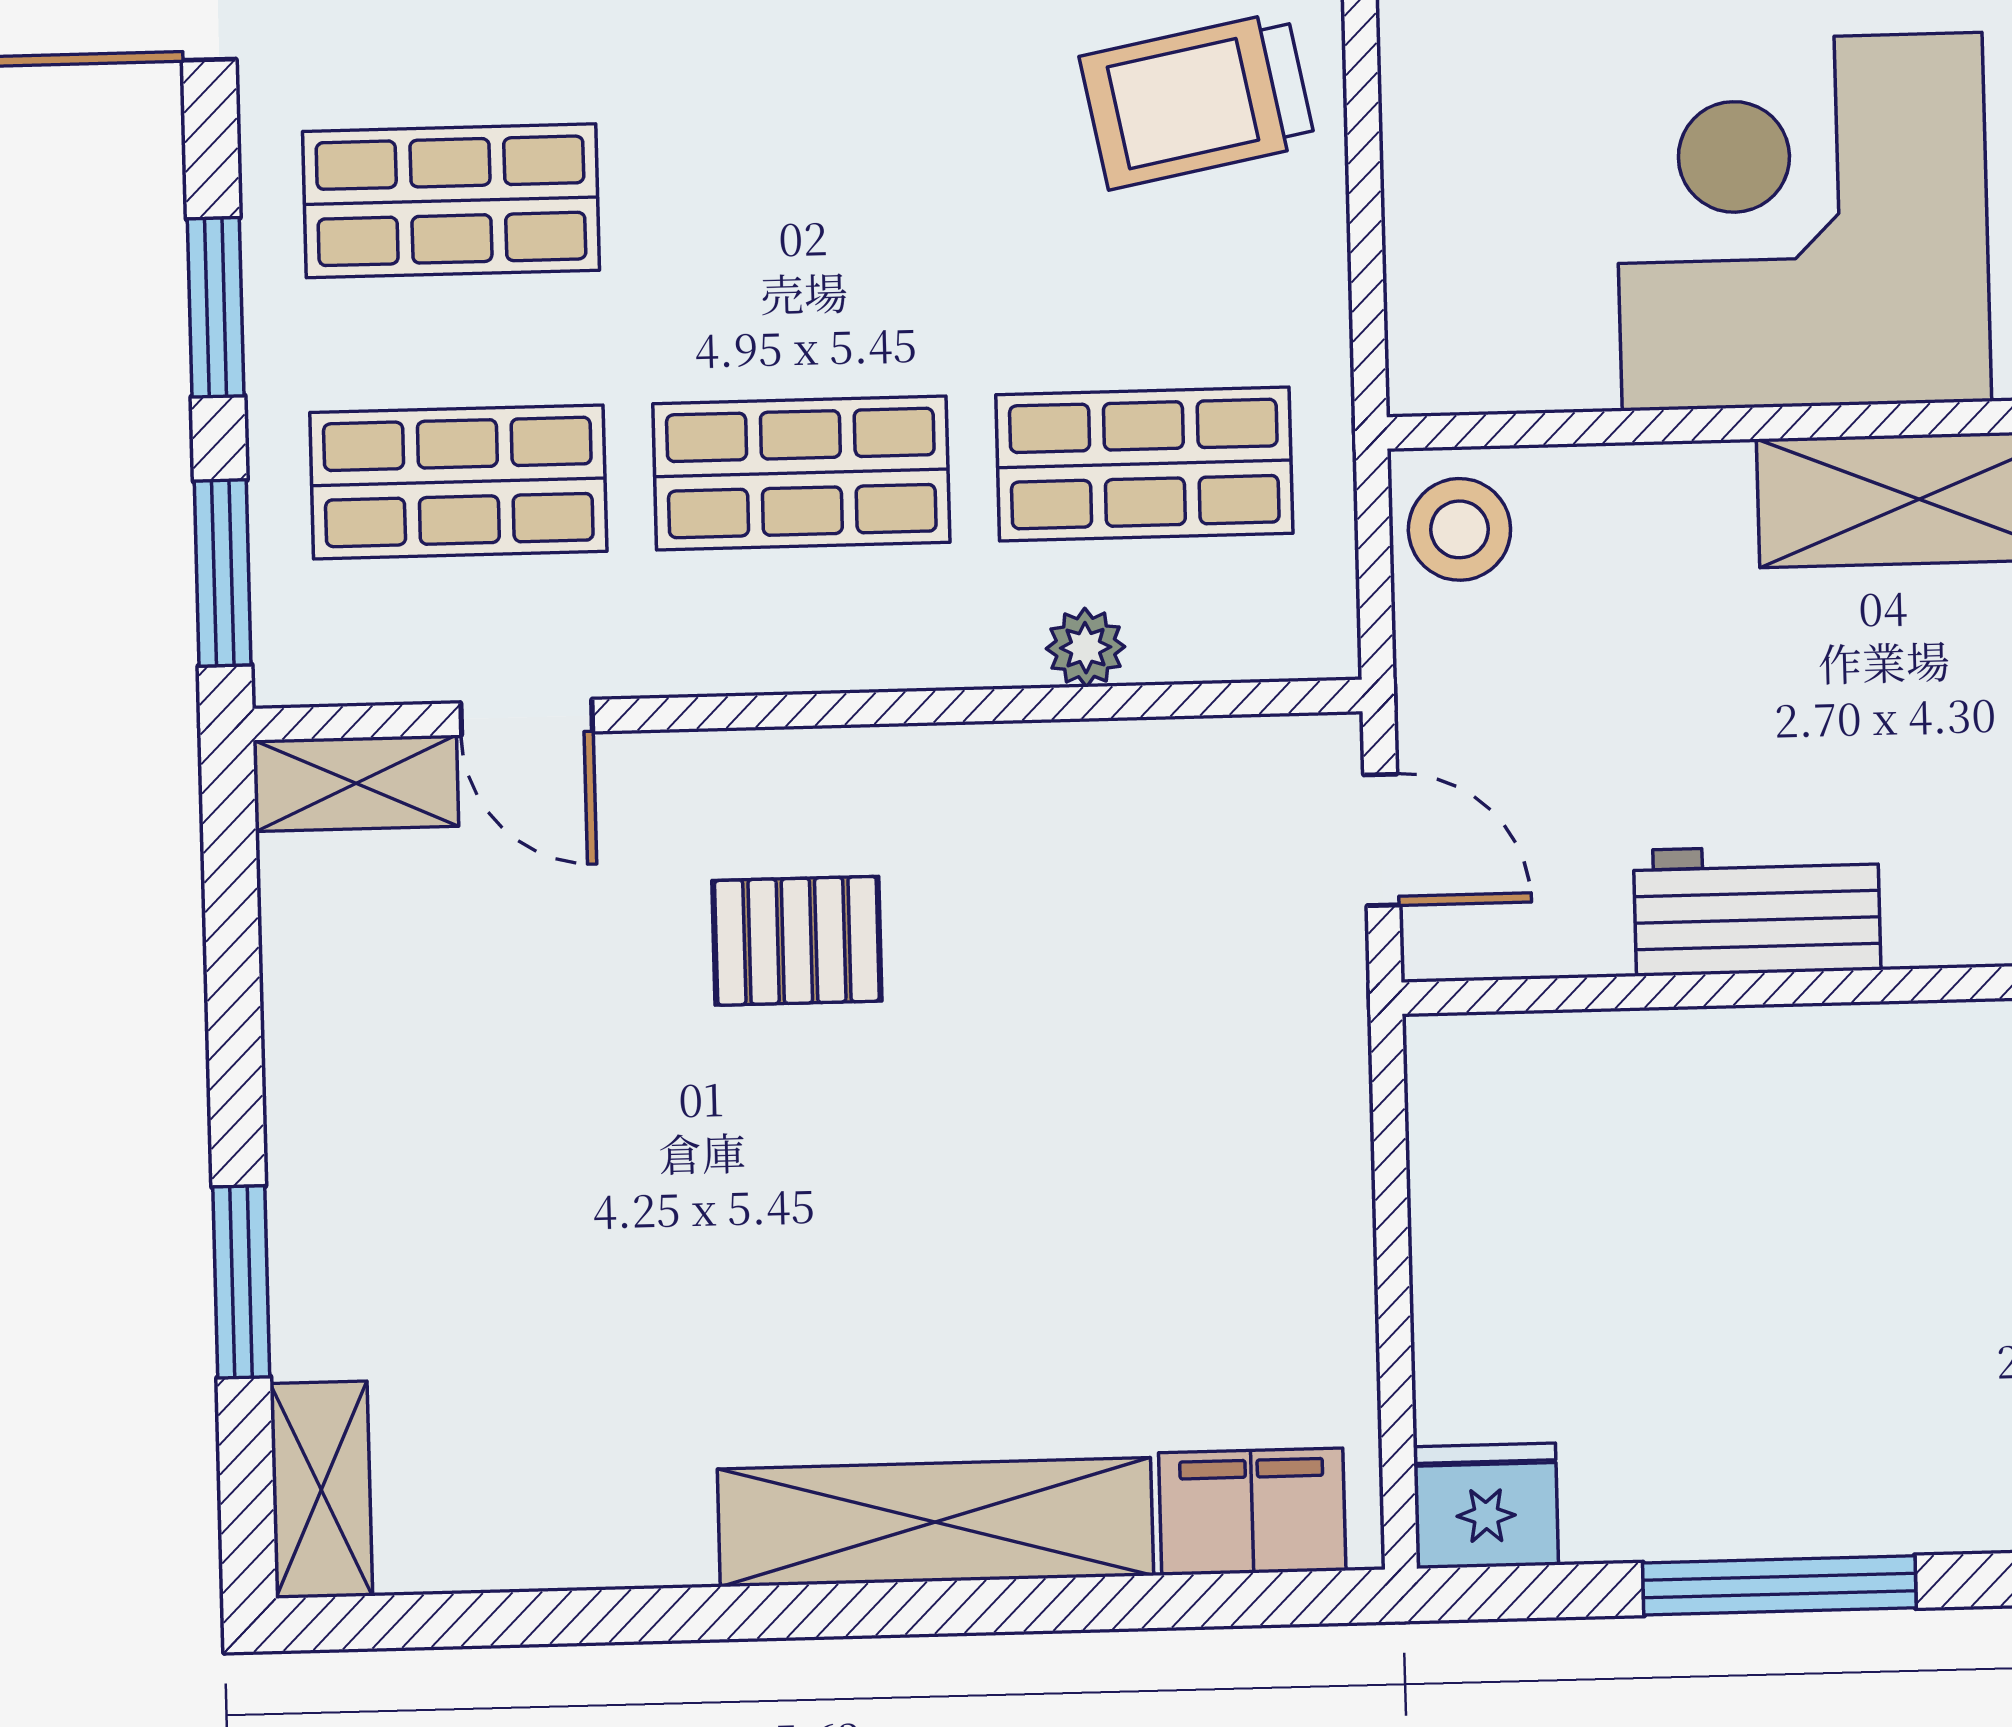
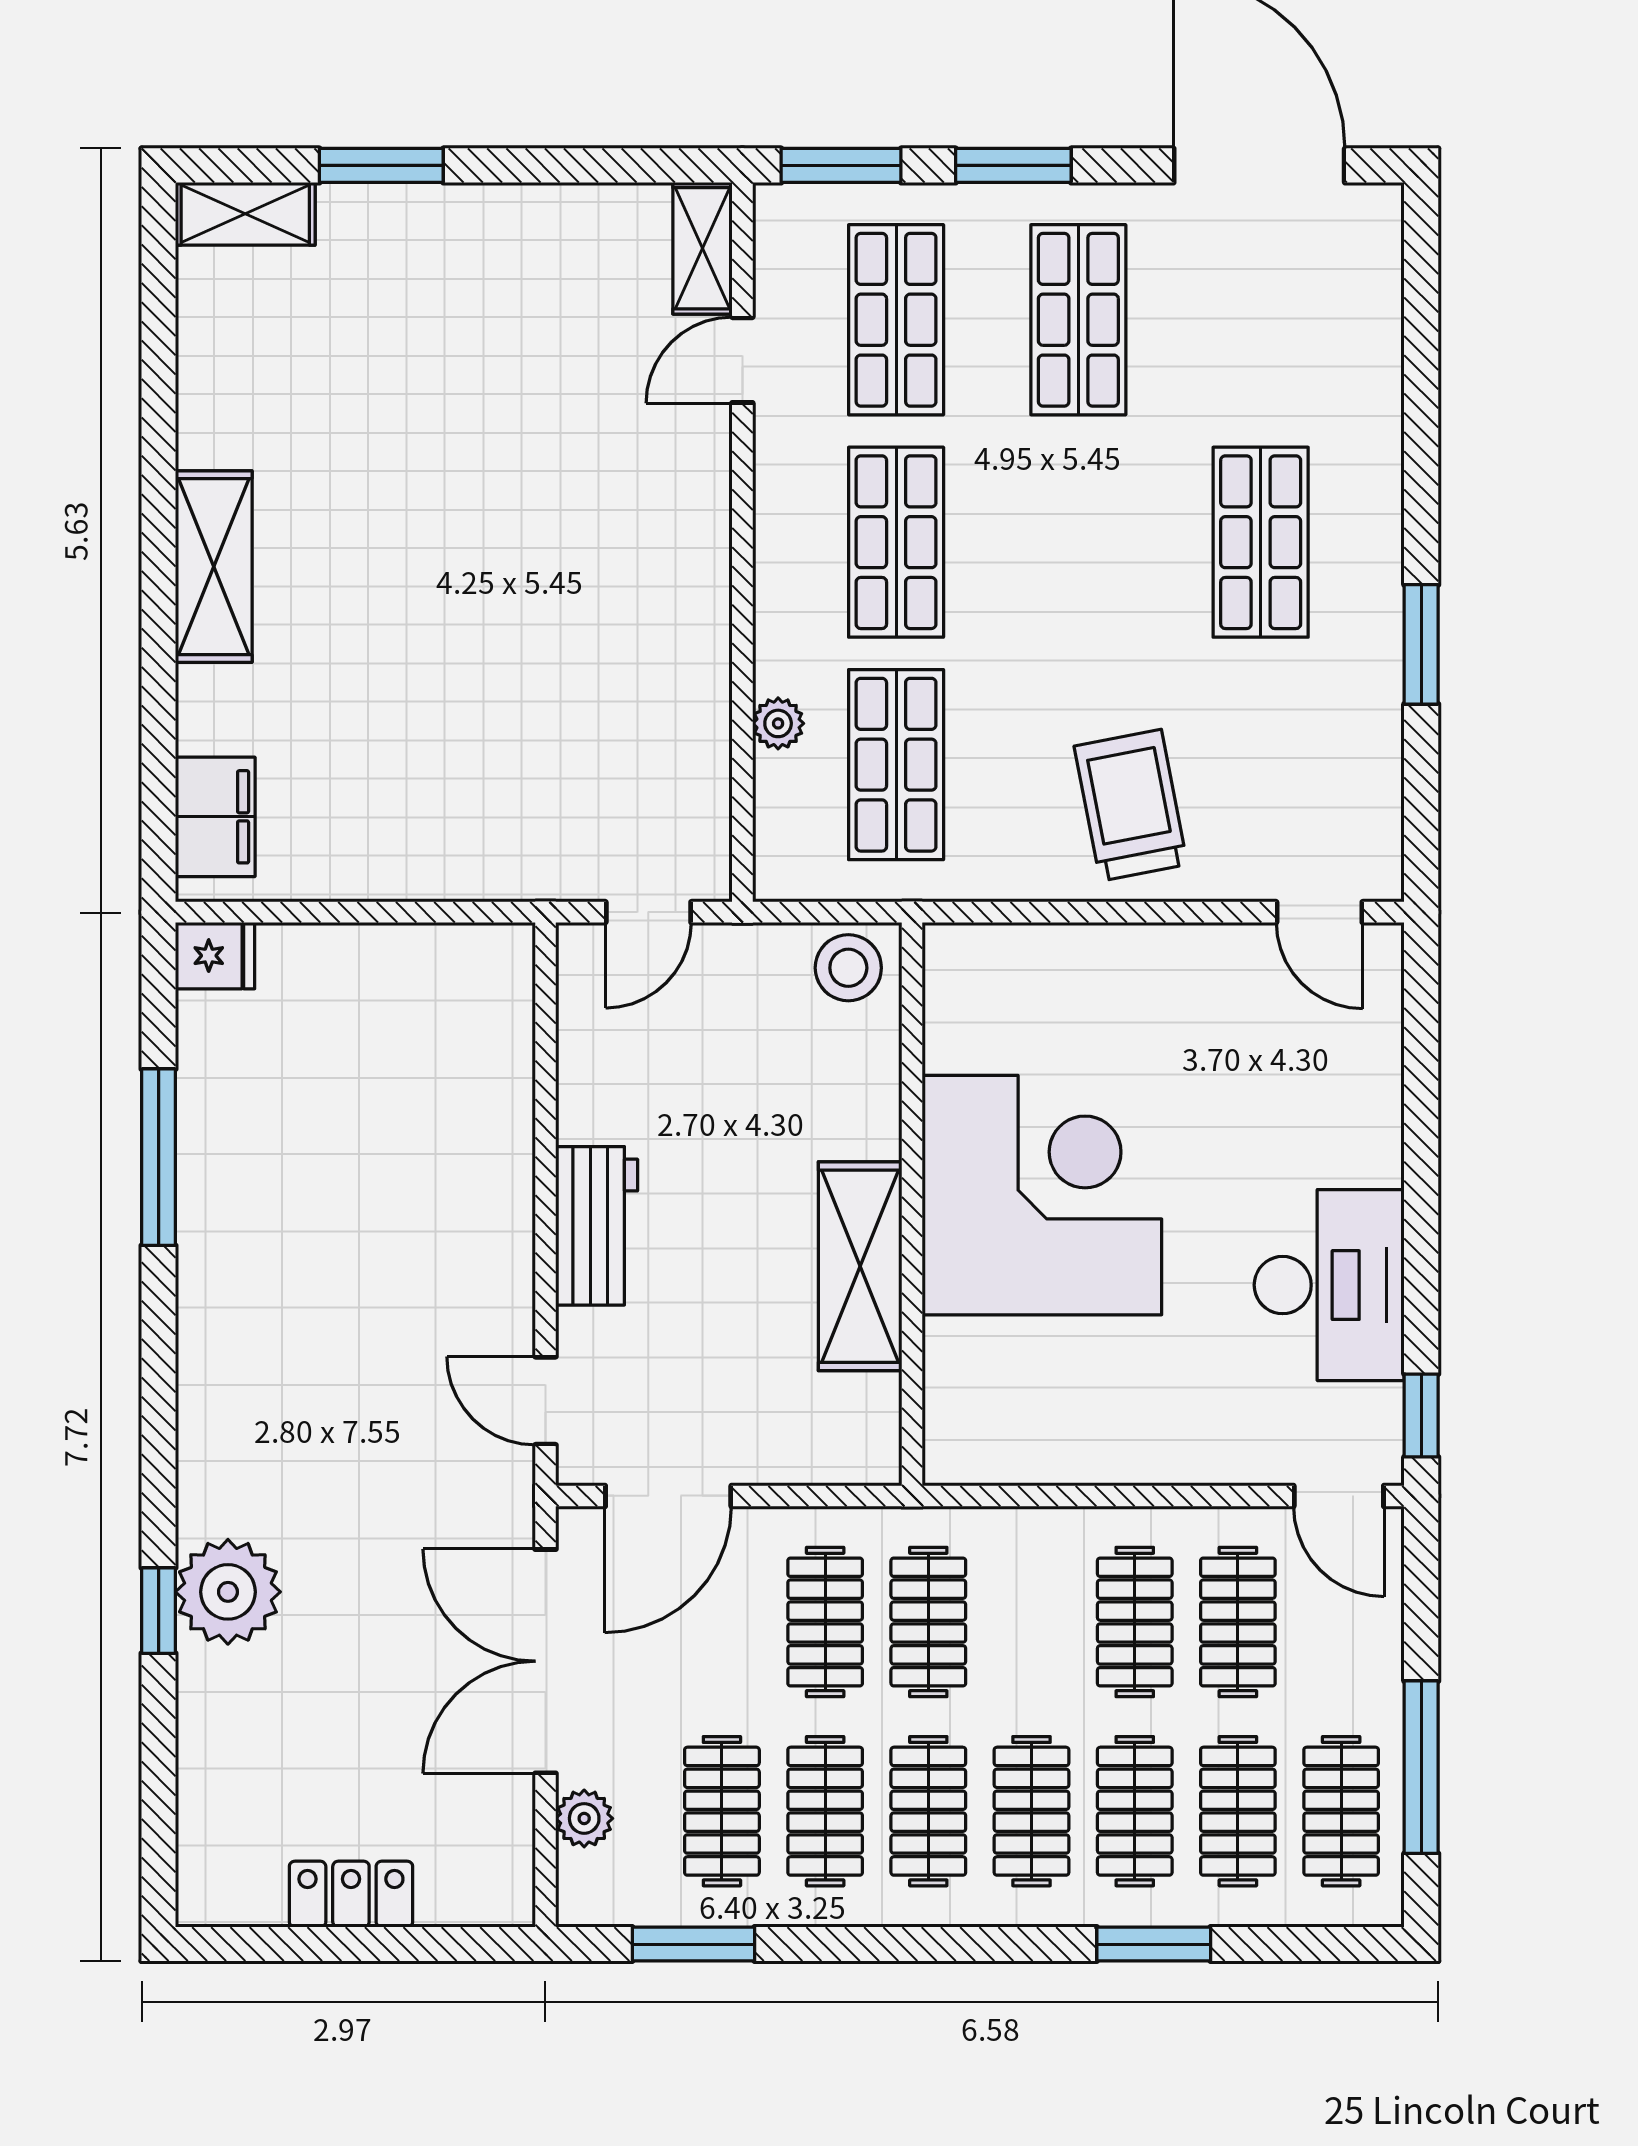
workbench: (1757, 910) -> (597, 1226), moved
pallet: (797, 941) -> (593, 531), removed
fridge: (1486, 1506) -> (215, 956), width x0.72
shelving: (935, 1522) -> (214, 567), width x0.68

